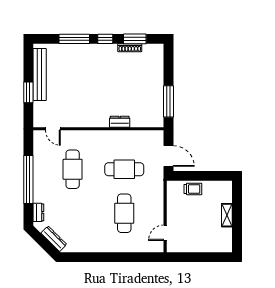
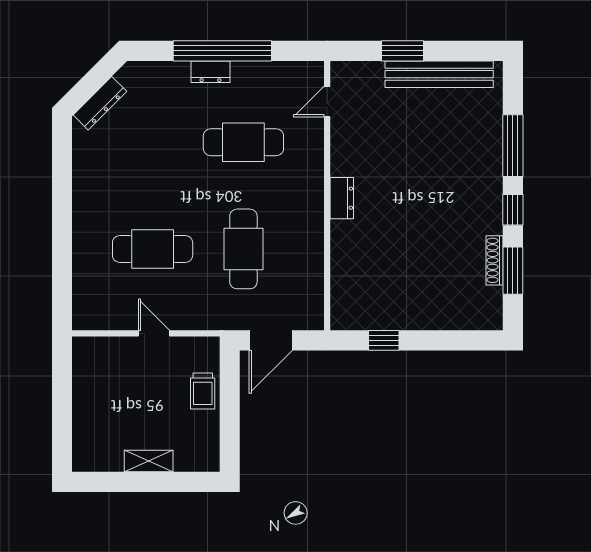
window: (168, 101) -> (384, 340), width x0.46
dresser: (120, 122) -> (342, 198), moved
dresser: (38, 212) -> (210, 72), moved
door: (165, 233) -> (154, 333), moved

